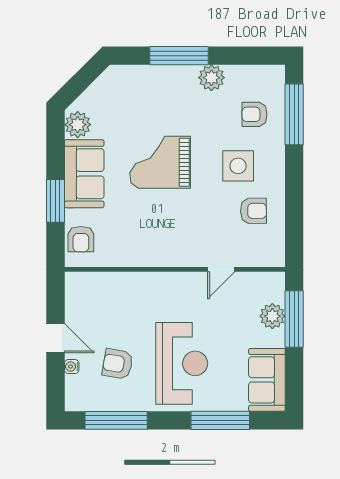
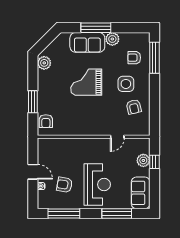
sofa: (84, 174) -> (87, 42), moved, turned 90
armchair: (253, 211) -> (134, 107), turned 78
window: (294, 319) -> (154, 162), width x0.46

